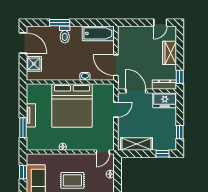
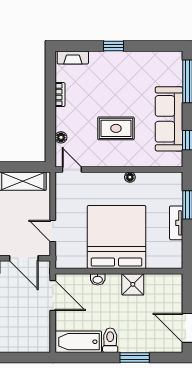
toilet: (65, 34) -> (110, 340), moved
shower: (34, 64) -> (133, 284), moved
door: (116, 110) -> (53, 231), hinge flipped
door: (103, 152) -> (72, 169), hinge flipped

